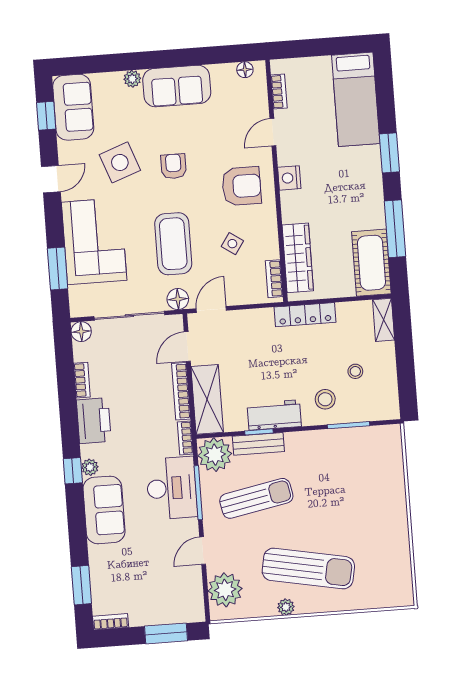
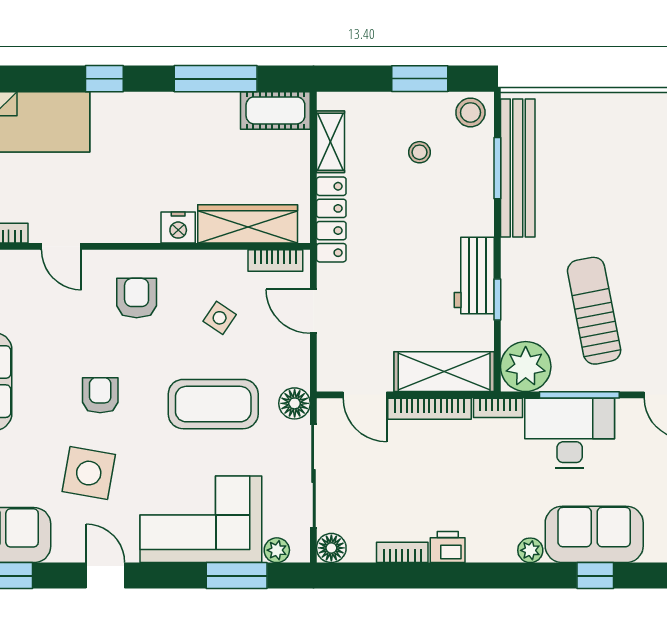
window: (389, 153) -> (104, 79), width x0.67
side table: (120, 162) -> (89, 473), turned 30
armchair: (173, 166) -> (100, 395), turned 90
nightstand: (289, 178) -> (178, 228), moved
armchair: (242, 186) -> (137, 298), width x0.72, depth x0.72
cot: (371, 263) -> (275, 110), width x0.73, depth x0.75
plant: (77, 295) -> (277, 550), added
door: (211, 310) -> (313, 311), moved
shelving: (384, 320) -> (331, 142), moved, turned 90
window: (405, 368) -> (420, 79), added
stool: (325, 399) -> (470, 112), moved
printer: (94, 421) -> (448, 547), width x0.53, depth x0.68
bench: (258, 444) -> (518, 168), moved, width x1.86, depth x1.21
window: (73, 471) -> (595, 576), moved

